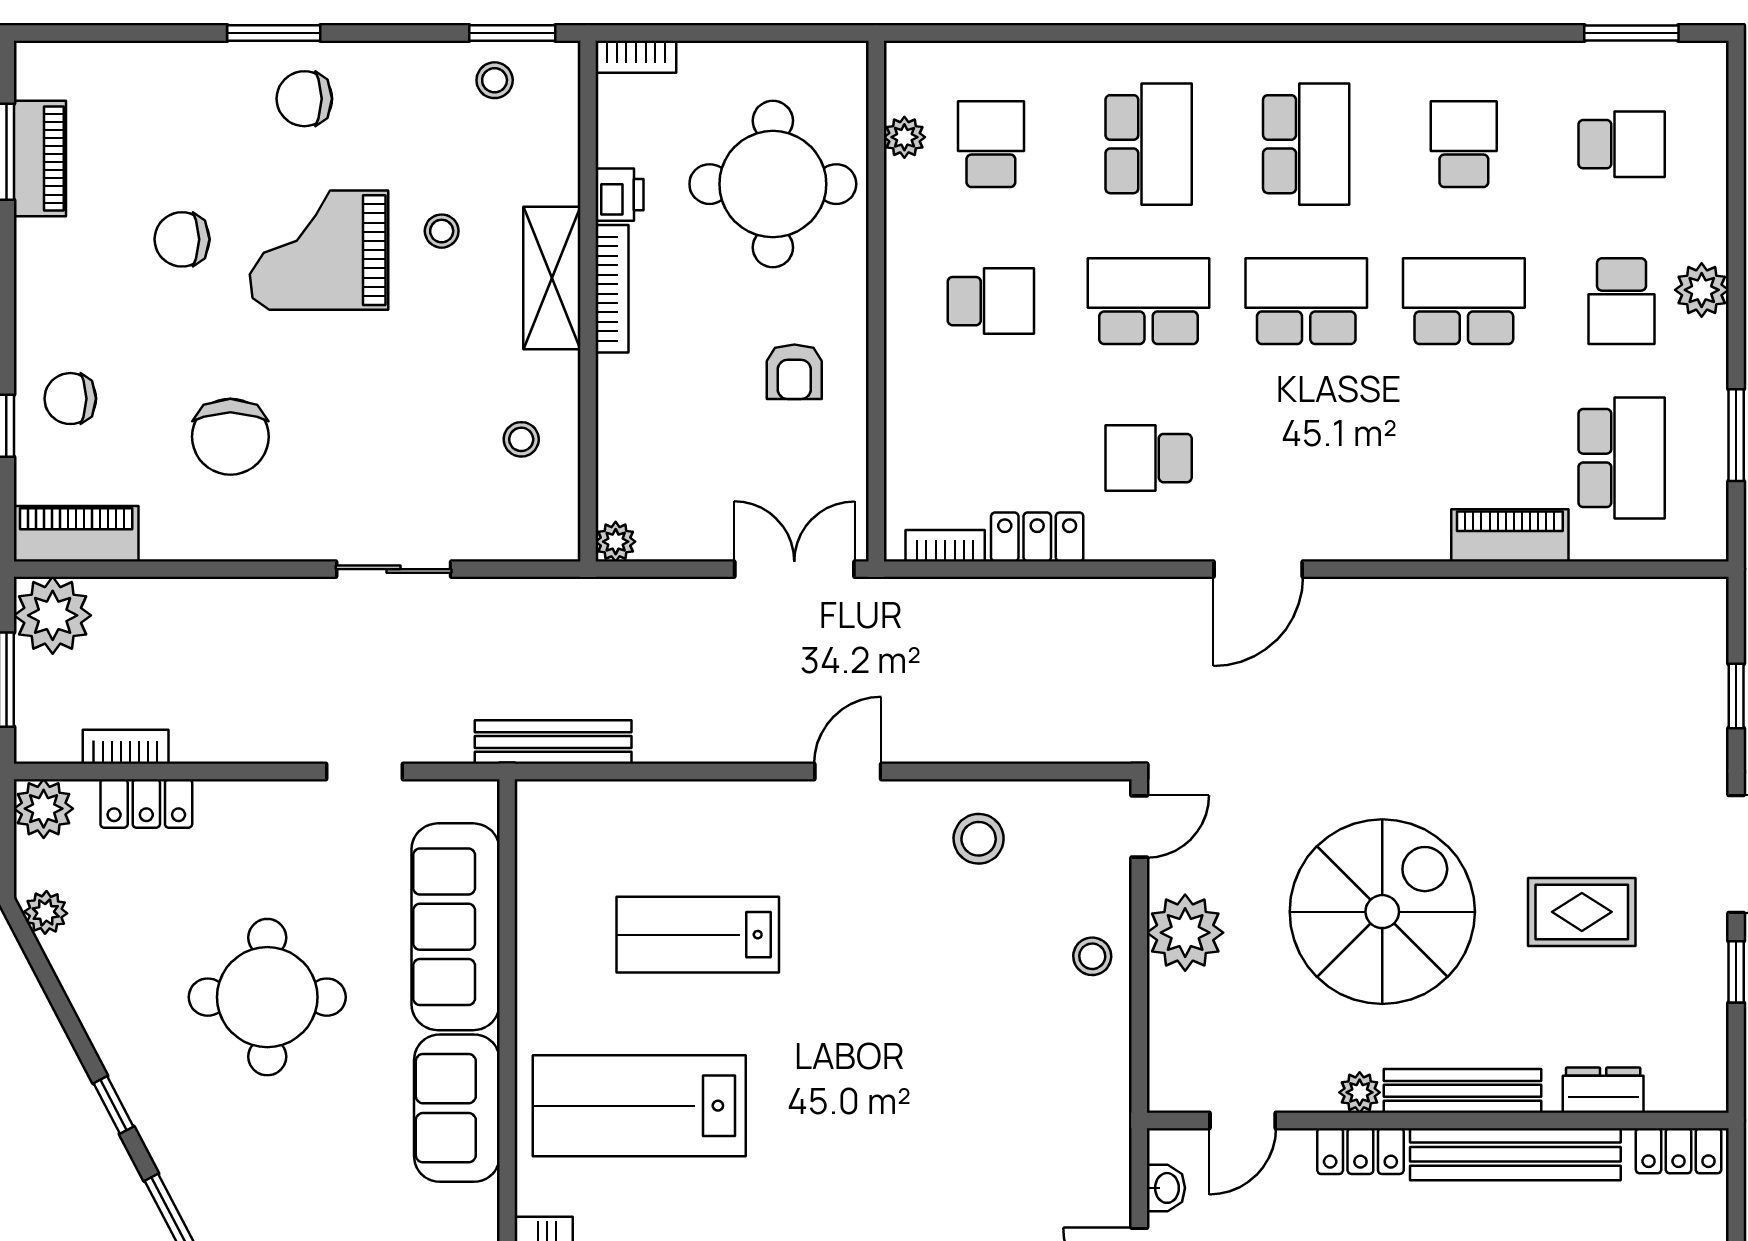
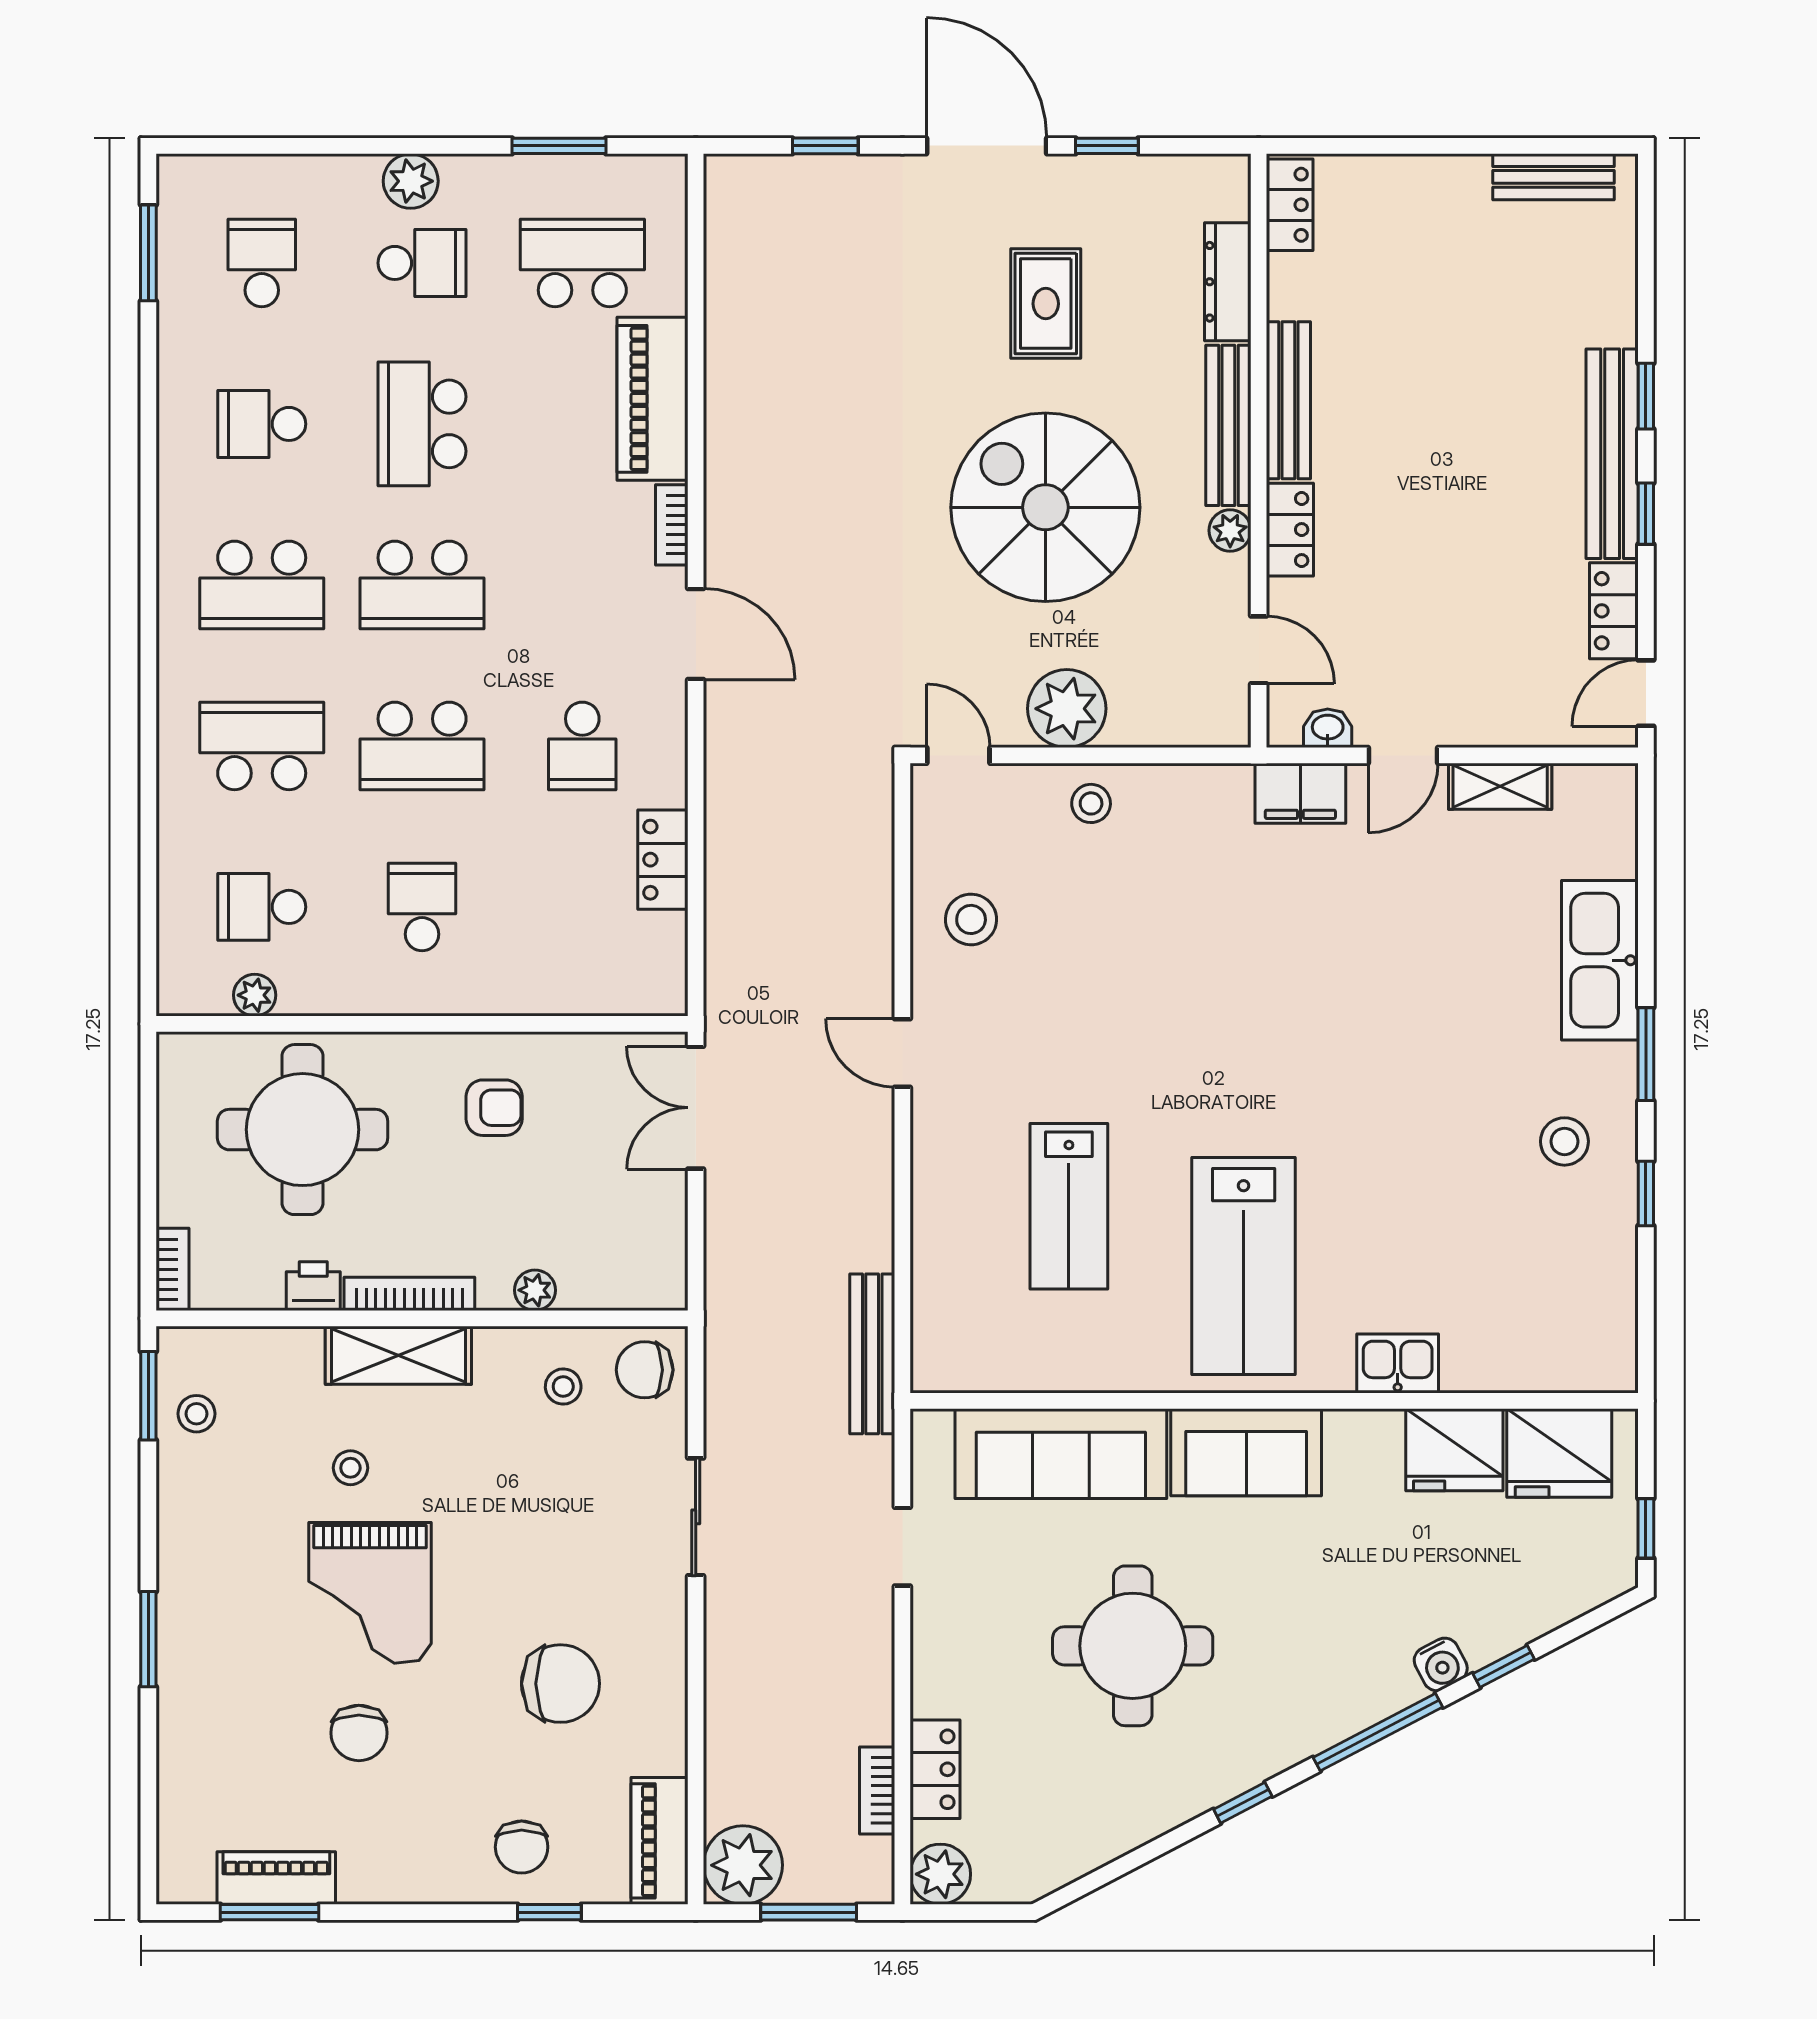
chair: (304, 99) -> (645, 1370), moved, turned 90
school desk: (1306, 144) -> (262, 585), turned 180
school desk: (1149, 301) -> (422, 746), turned -90
school desk: (1306, 301) -> (422, 585), turned -90
piano: (1510, 535) -> (652, 399), width x1.37, depth x1.33
plant: (616, 542) -> (535, 1290), moved
bookcase: (945, 546) -> (672, 525), moved
plant: (46, 912) -> (1046, 1872), removed
dresser: (1603, 1090) -> (1228, 282), width x1.44
bench: (1515, 1154) -> (1288, 400), width x0.73, depth x0.82
filing cabinet: (1102, 1161) -> (1300, 793), added

